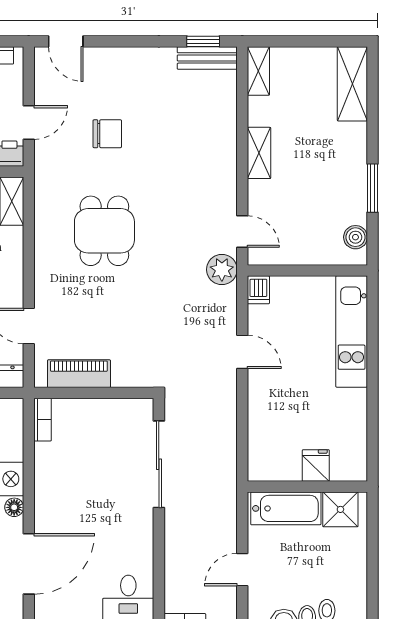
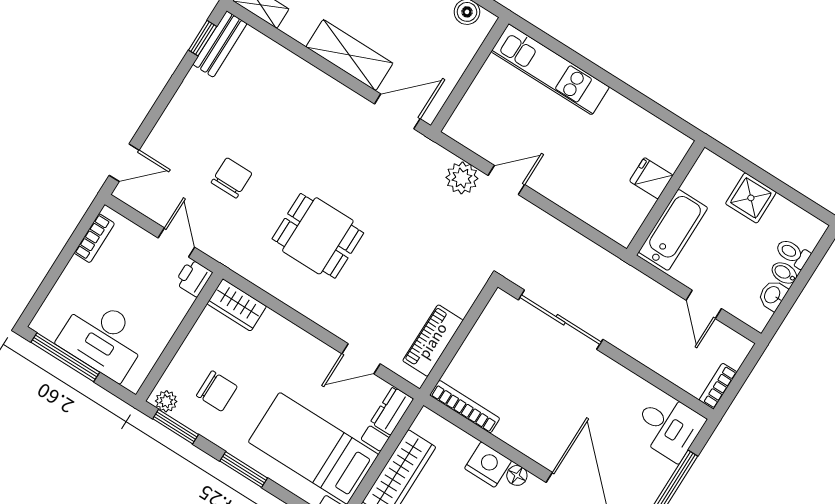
shelving: (259, 153) -> (349, 55), width x1.50, depth x1.33
door: (242, 232) -> (397, 111), width x1.38
plant: (222, 270) -> (462, 178), moved
dishwasher: (258, 290) -> (459, 130), removed
bookcase: (43, 420) -> (465, 407), width x1.56
shower: (340, 509) -> (751, 198), moved

